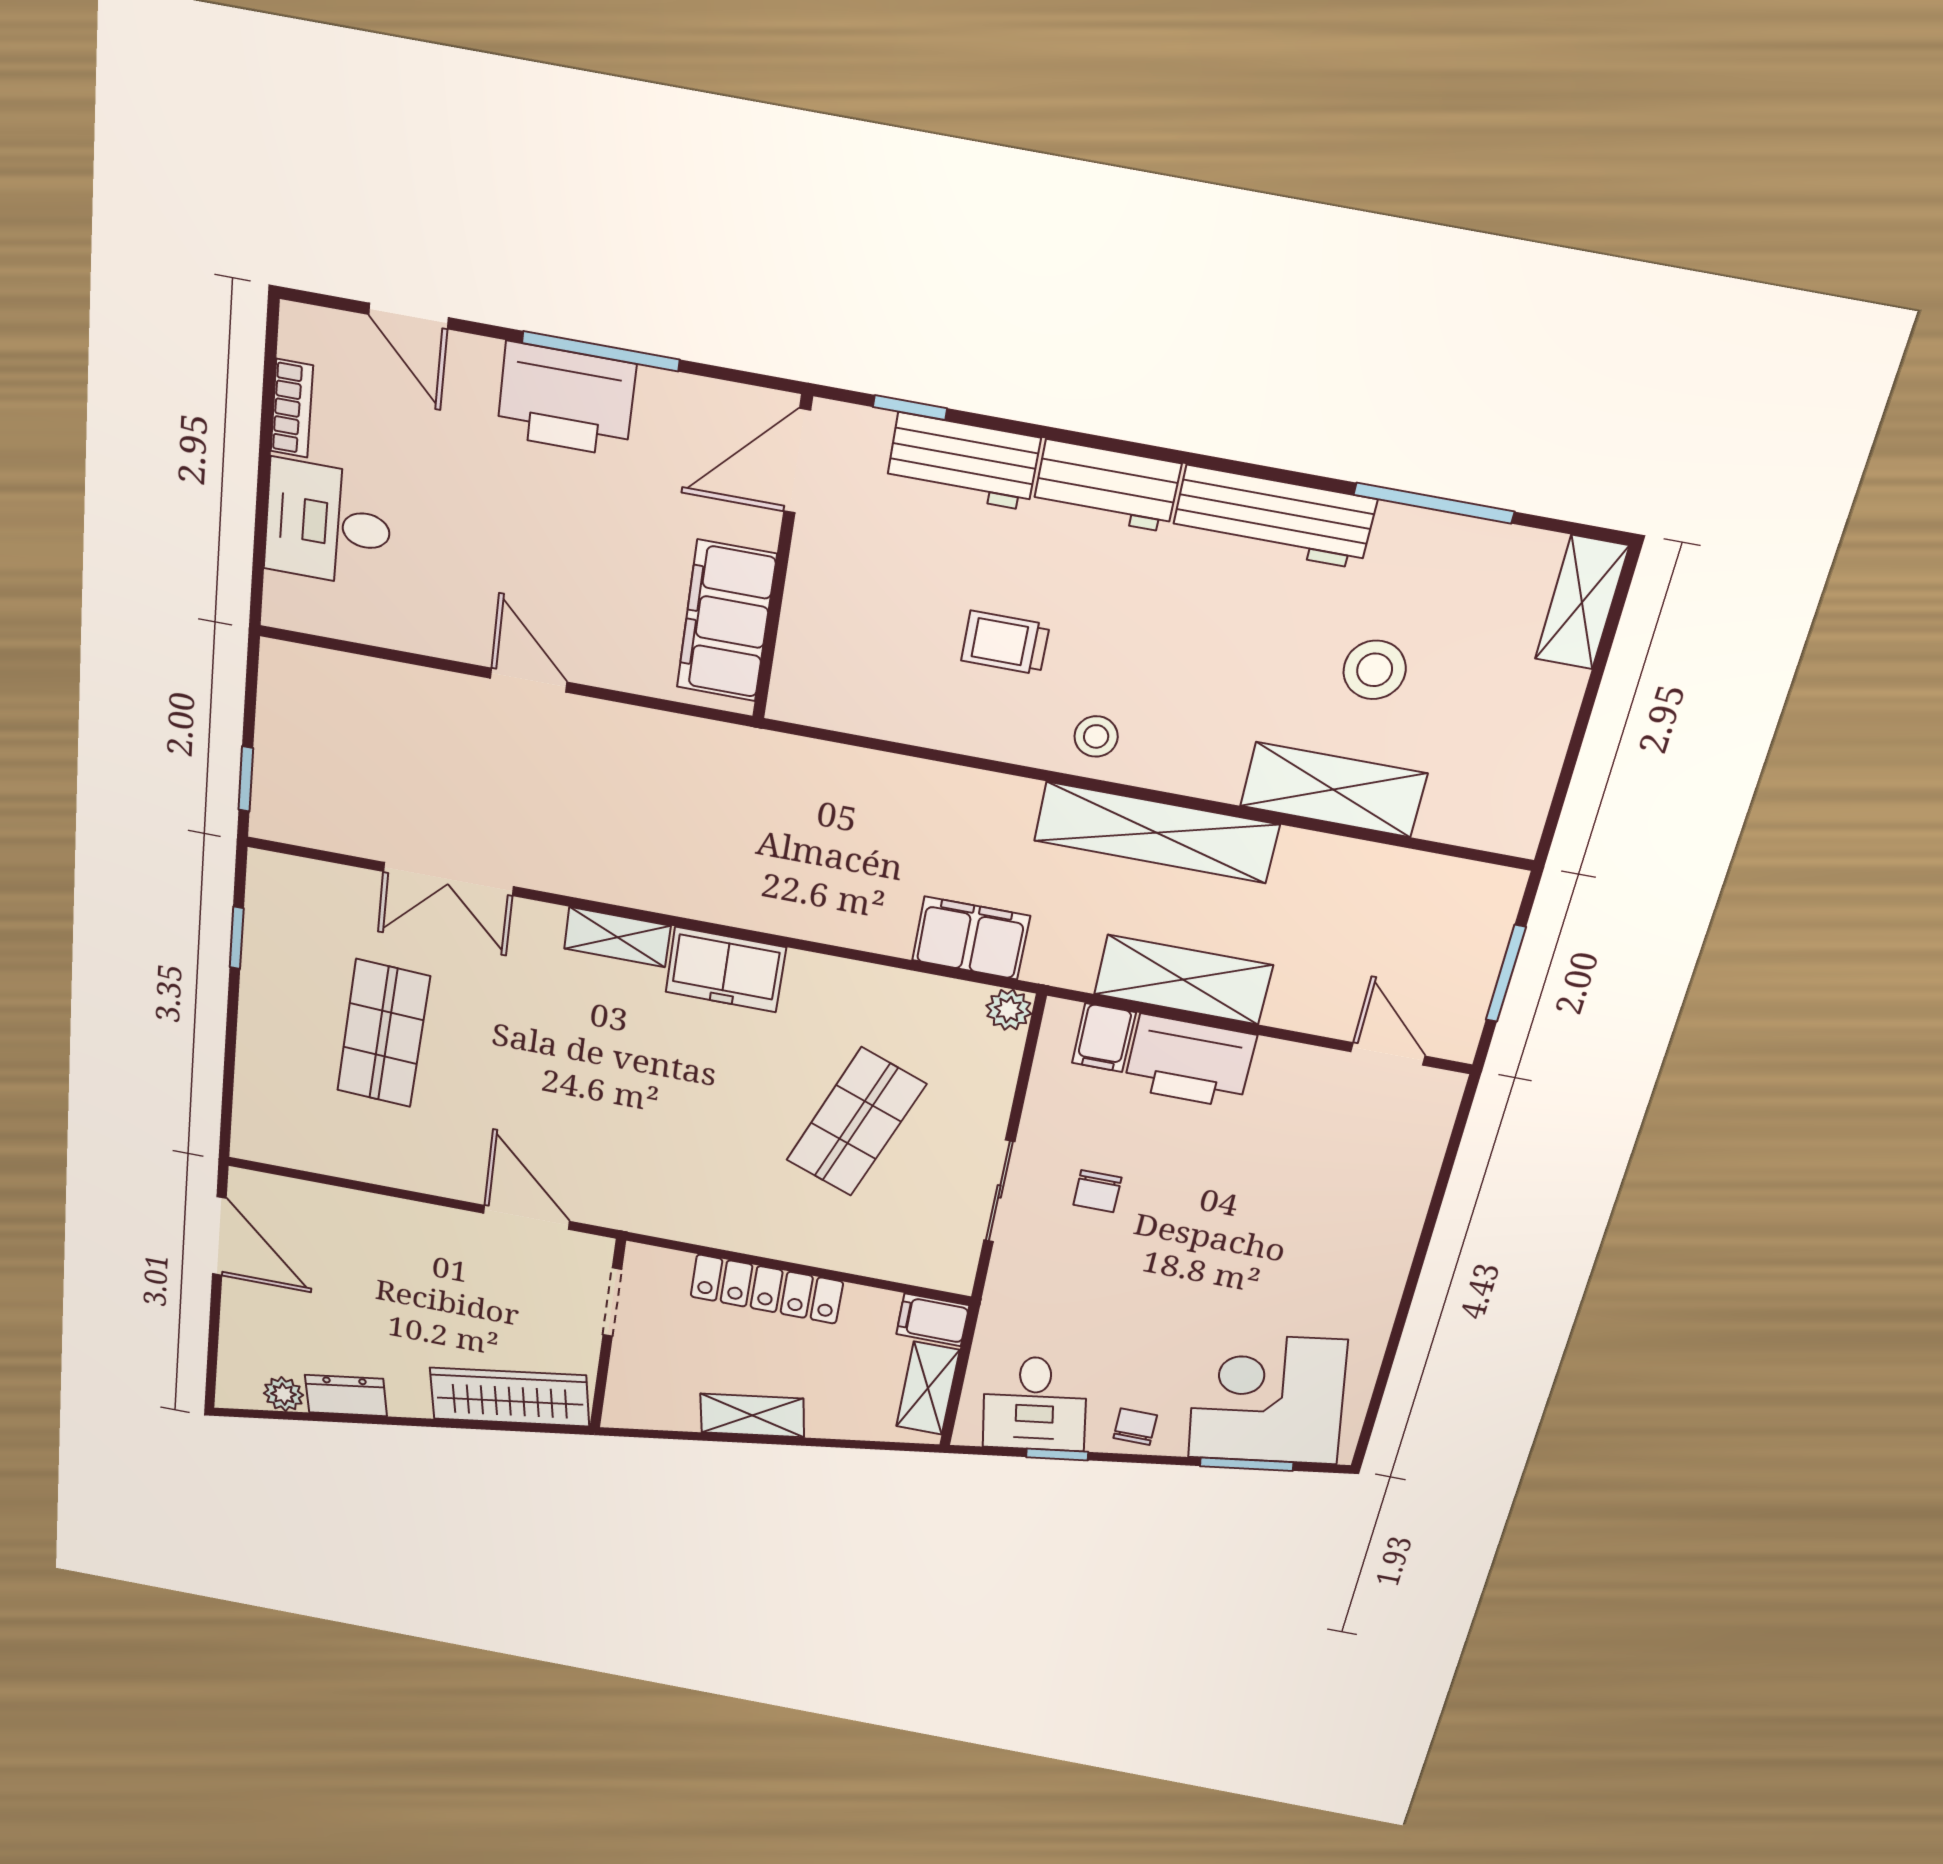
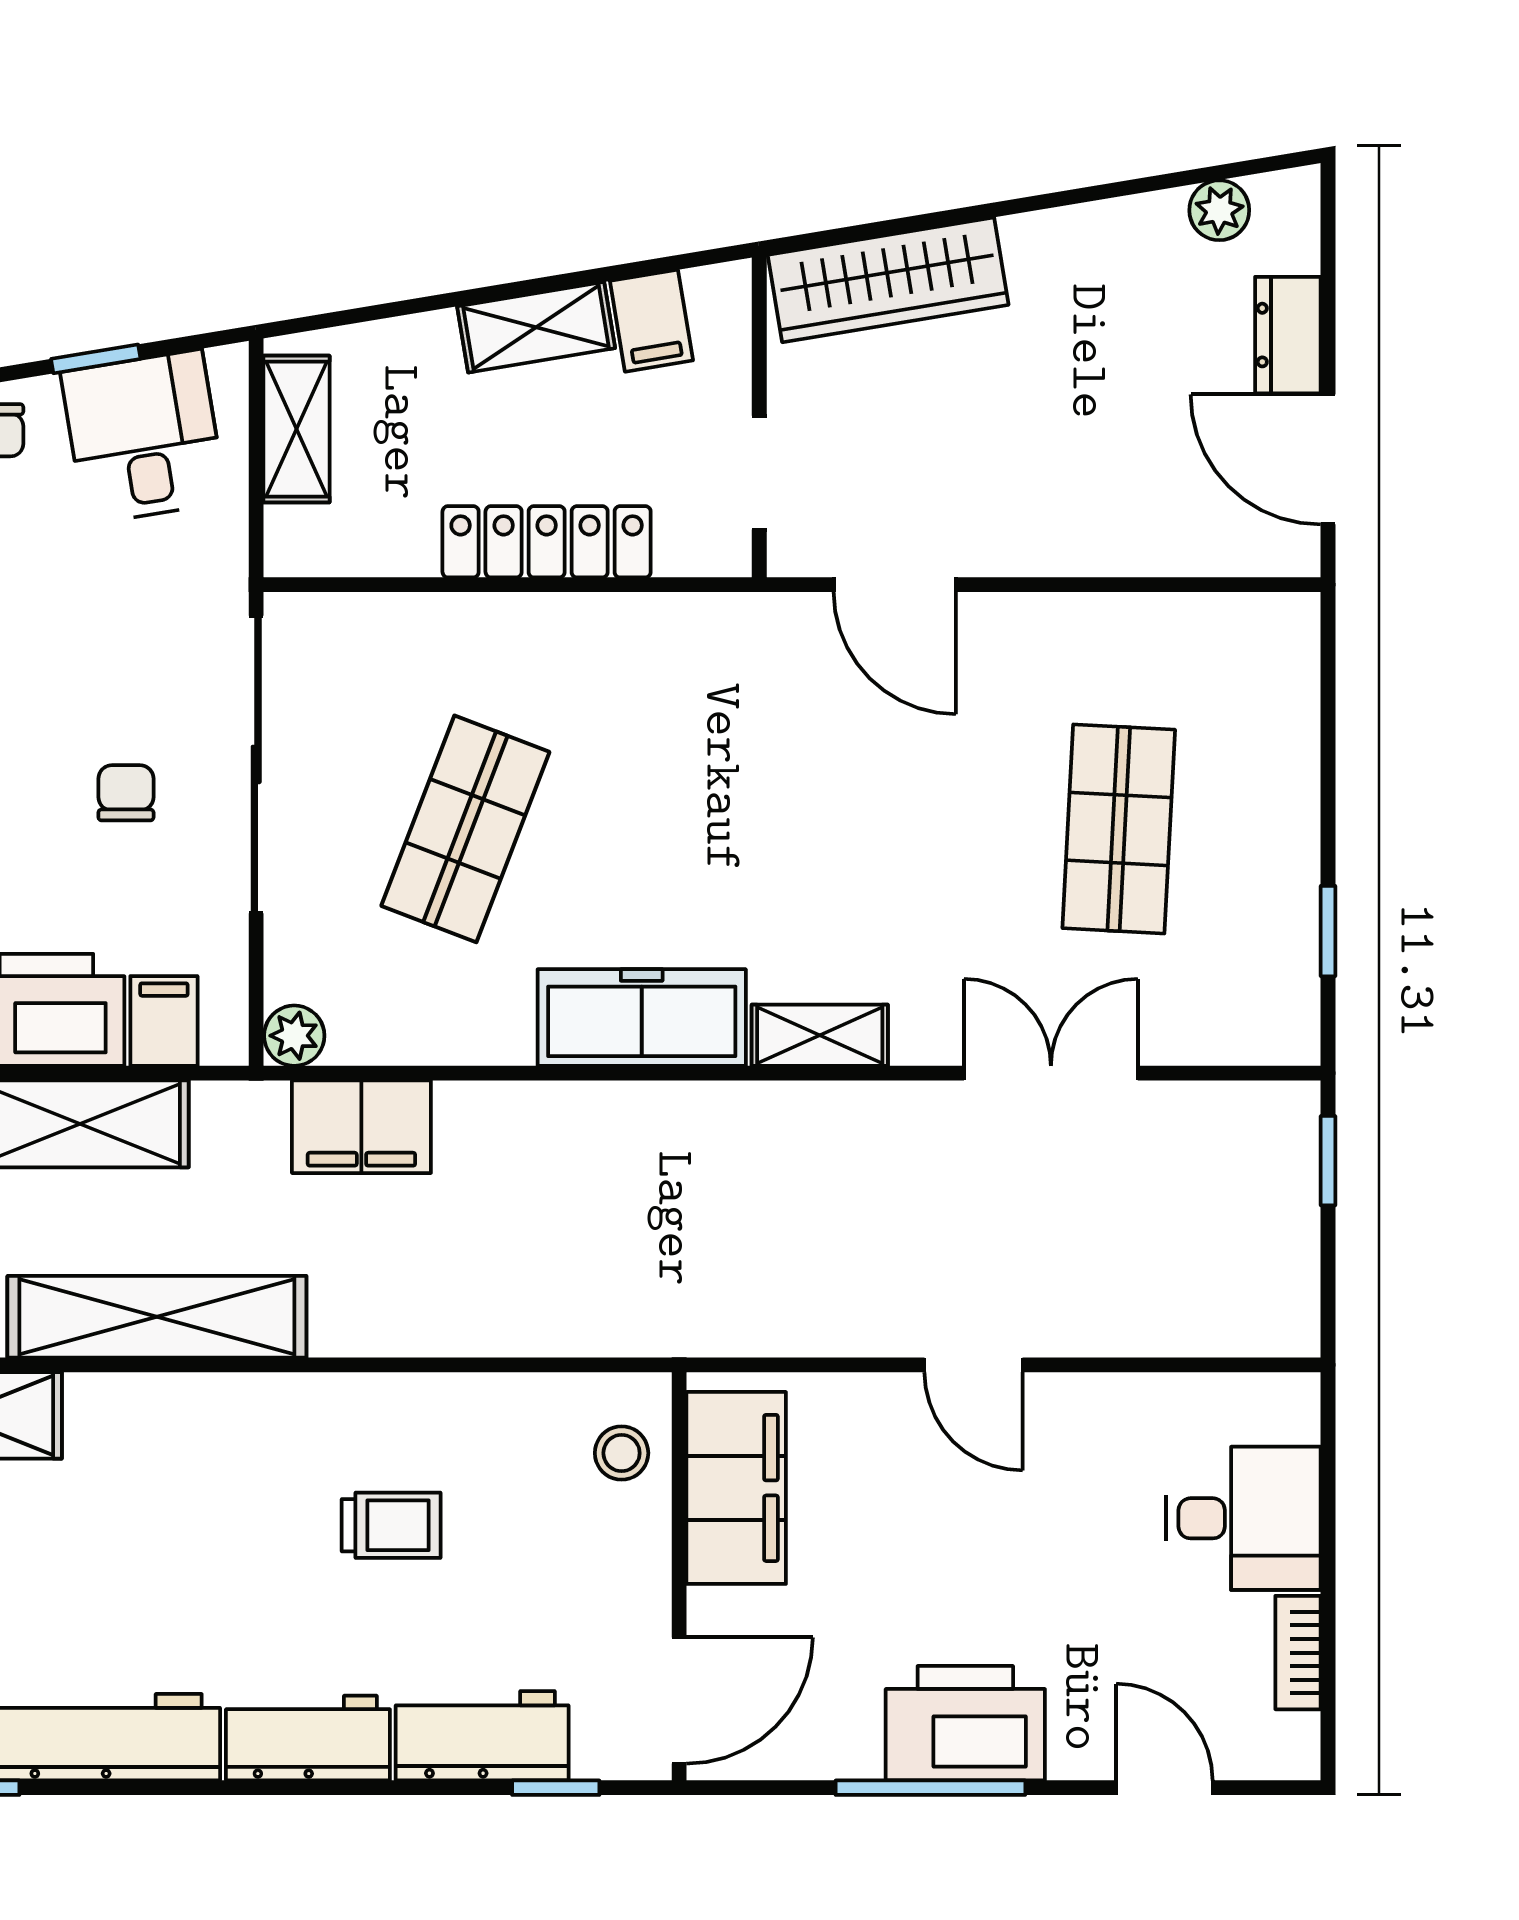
stool: (1096, 736) -> (622, 1453), moved
freezer: (726, 970) -> (642, 1018), width x1.40
sliding door: (999, 1191) -> (256, 764), width x1.86
filing cabinet: (933, 1320) -> (651, 321), moved, turned 81
dresser: (346, 1396) -> (1288, 335), moved, turned 99

